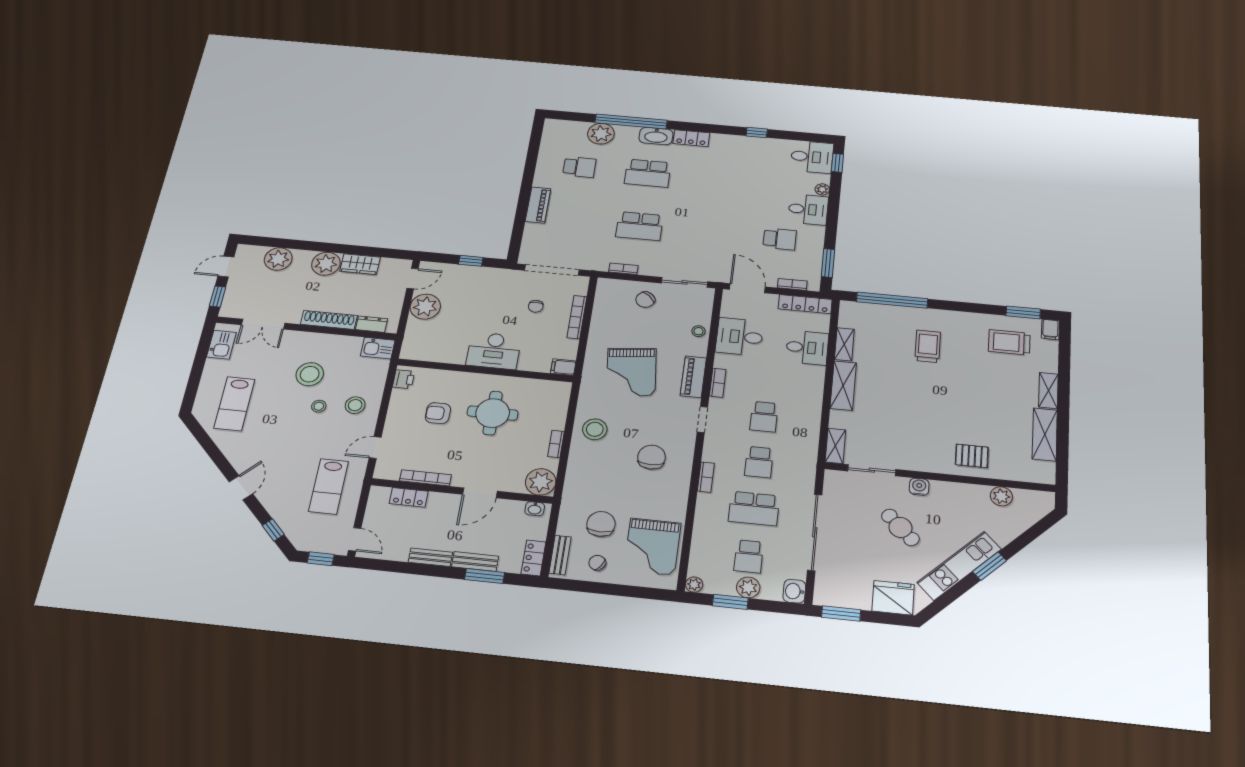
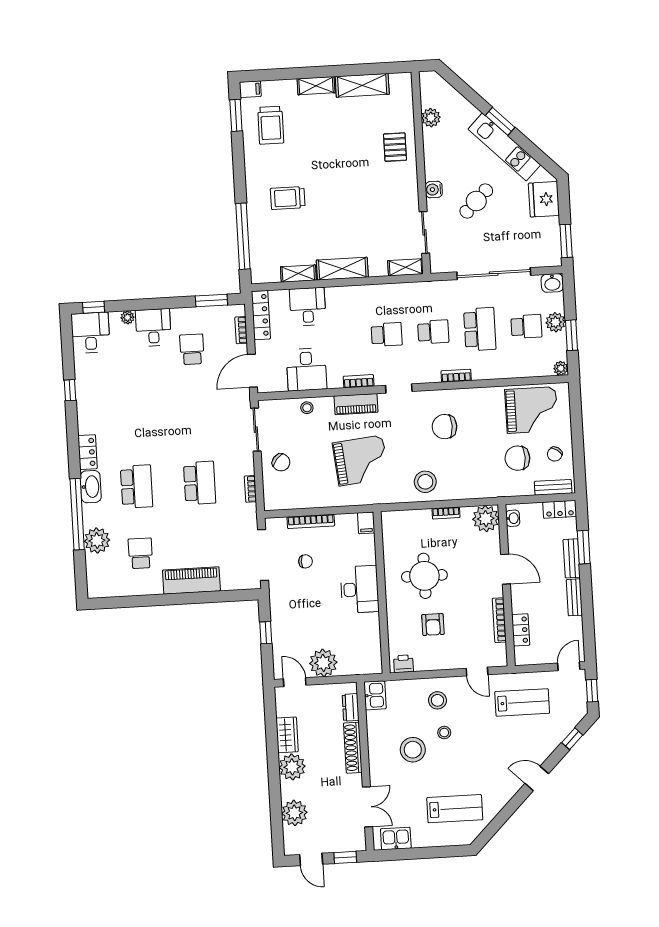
piano: (538, 205) -> (191, 580), width x1.37, depth x1.33

